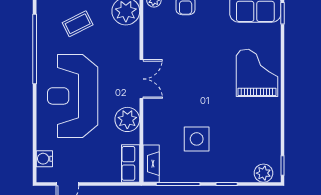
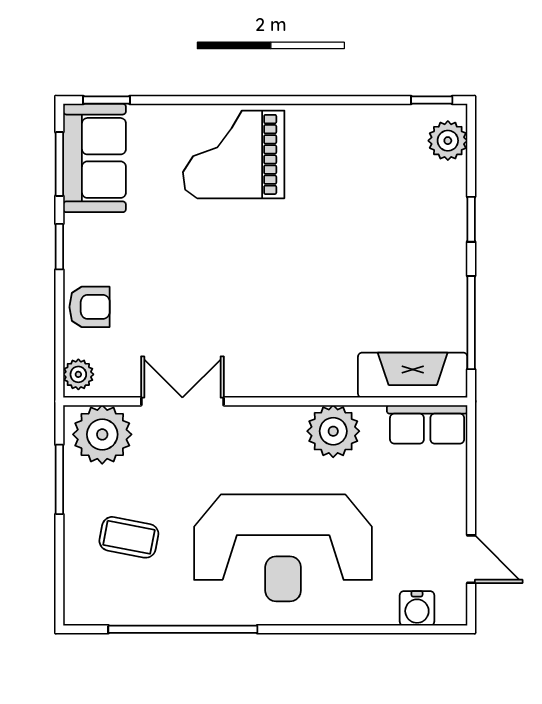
coffee table: (78, 24) -> (129, 537), turned -52
double door: (141, 79) -> (182, 401), moved
side table: (197, 139) -> (375, 283), removed
fireplace: (151, 164) -> (413, 375), width x1.37, depth x1.32

